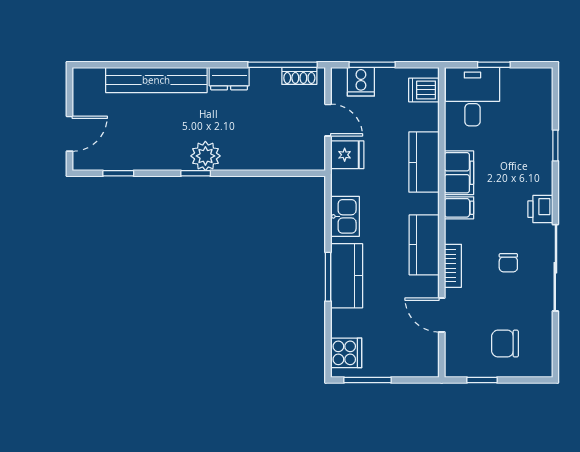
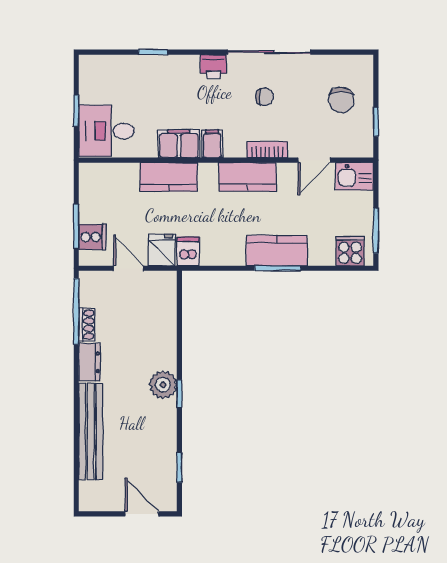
shoe rack: (299, 76) -> (87, 325), moved
dishwasher: (424, 90) -> (188, 251), moved, turned 180
door: (328, 120) -> (129, 268), hinge flipped
kitchen sink: (345, 216) -> (355, 176), moved, turned 180

